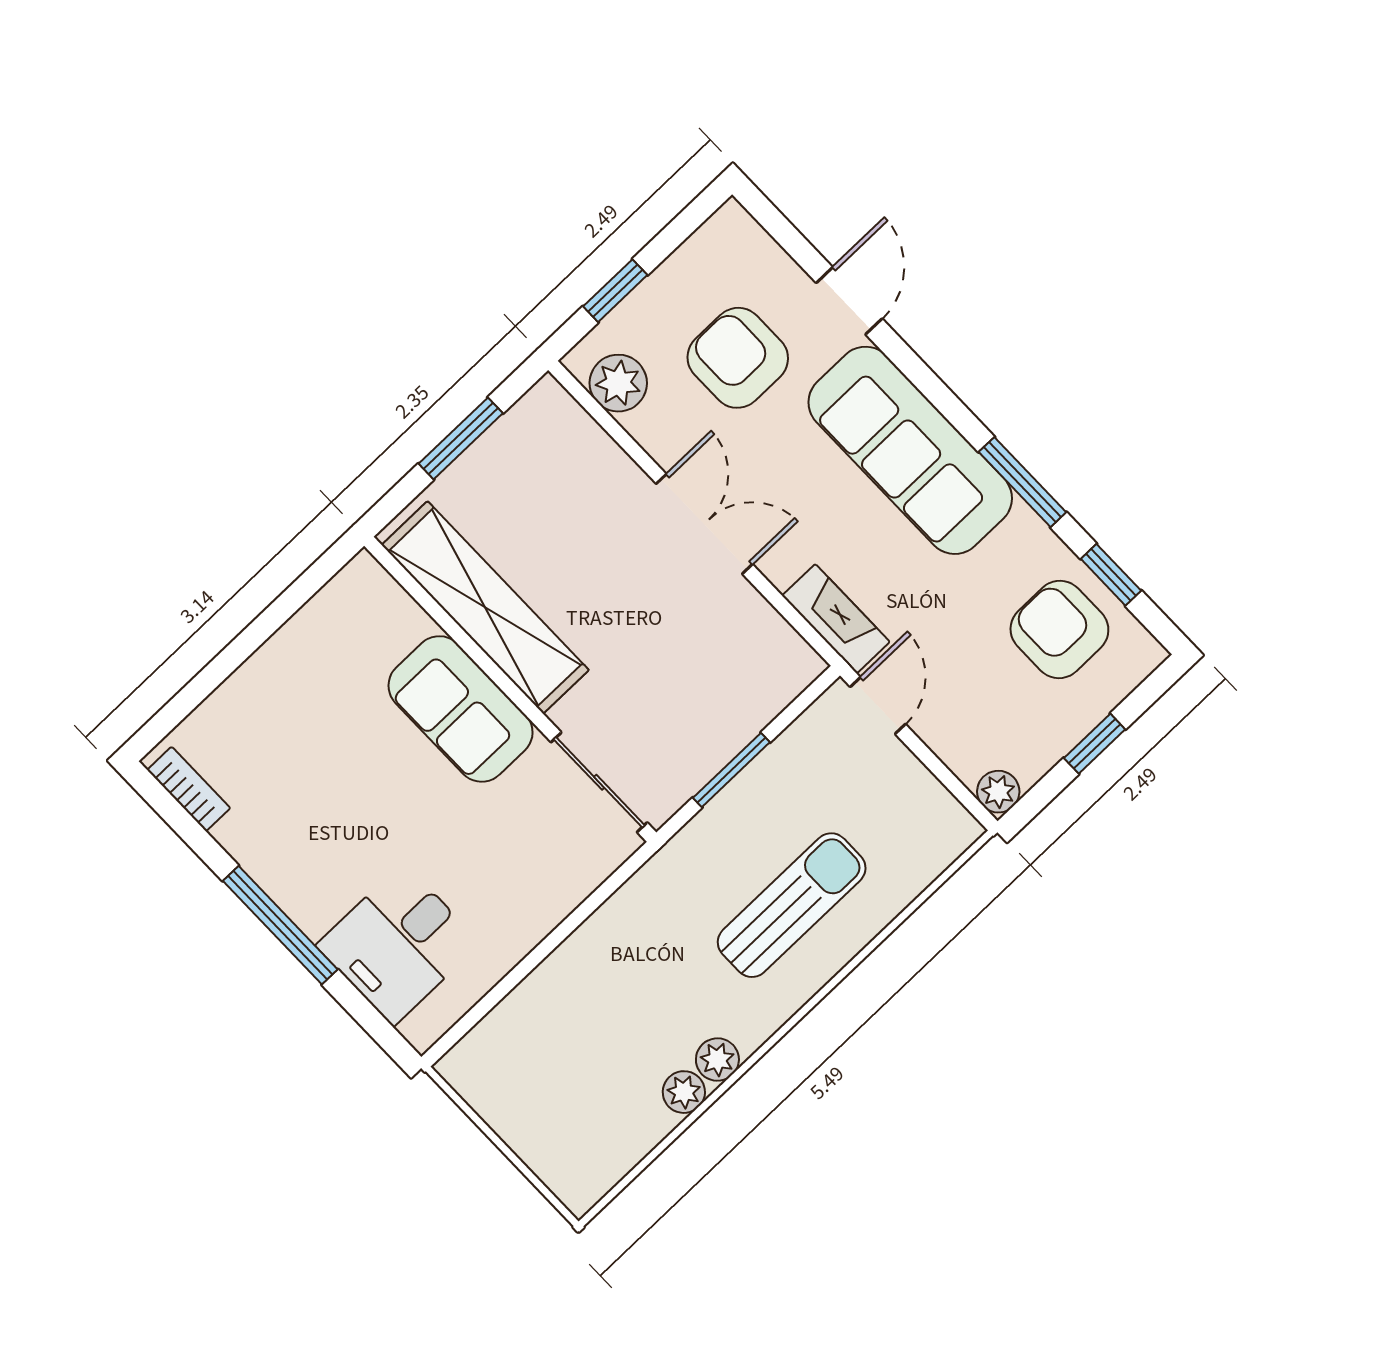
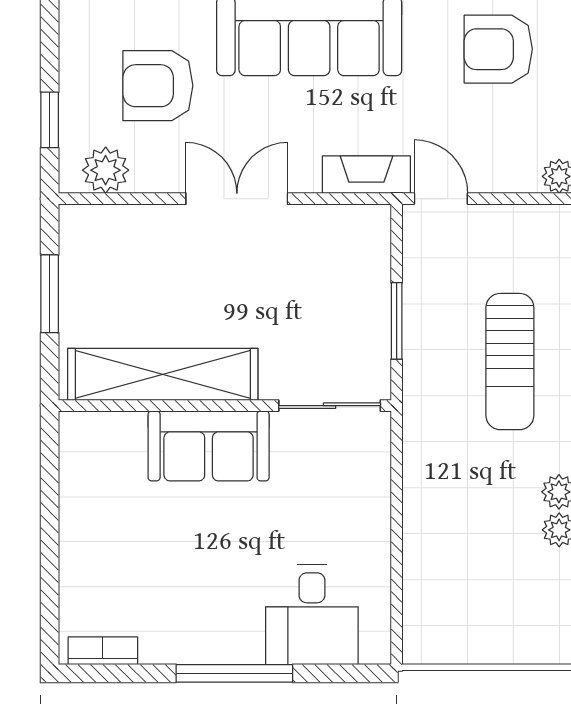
sun lounger: (792, 905) -> (510, 362), turned 180

